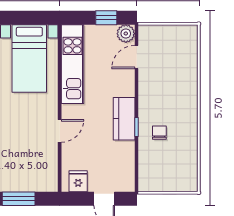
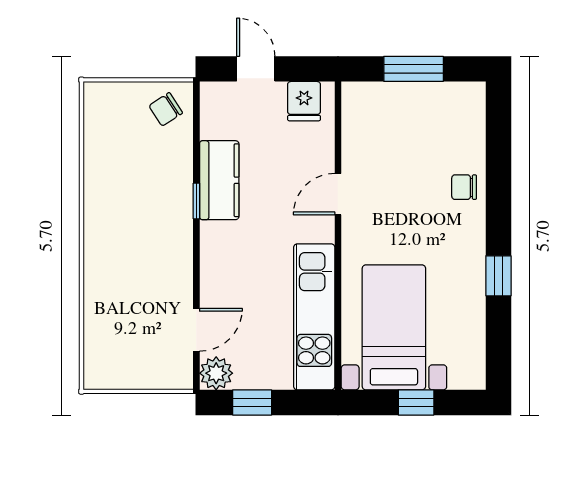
window: (17, 18) -> (416, 402), added
kitchen counter: (124, 119) -> (219, 180), moved
chair: (159, 133) -> (166, 109), moved, turned 57

